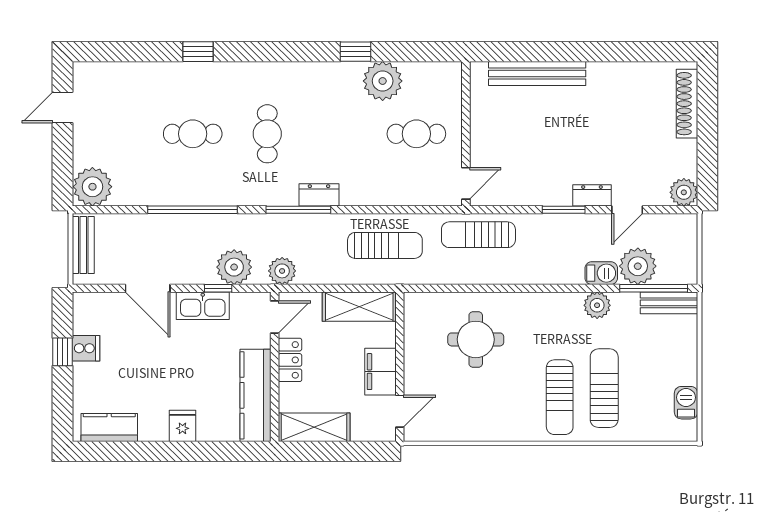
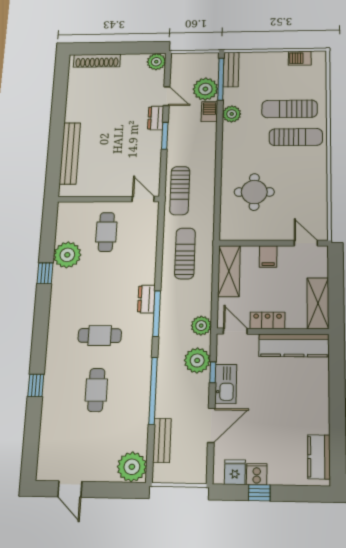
bench: (83, 245) -> (162, 440), moved, turned 90
filing cabinet: (380, 372) -> (268, 256), width x0.50
fridge: (182, 426) -> (235, 472), moved, turned 90

